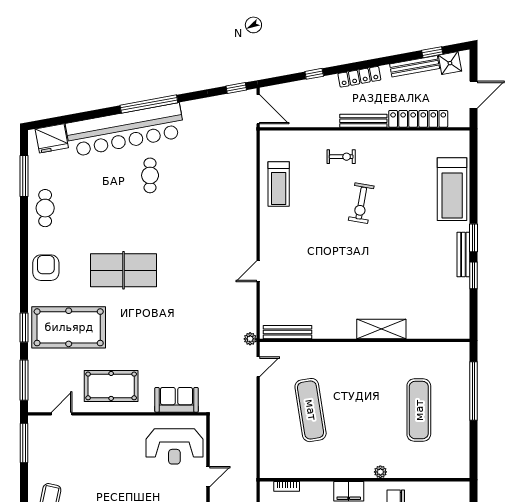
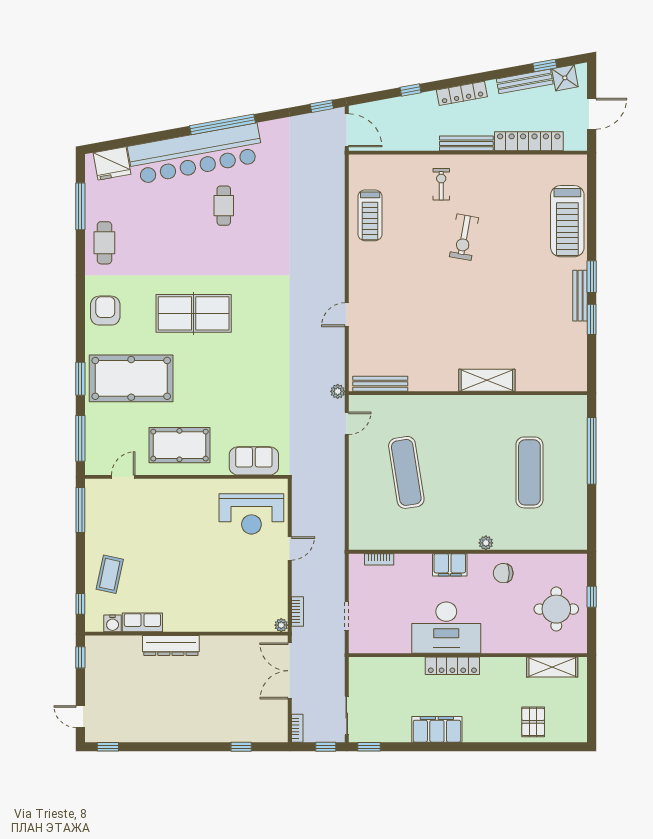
exercise bike: (341, 157) -> (441, 184), turned -90

